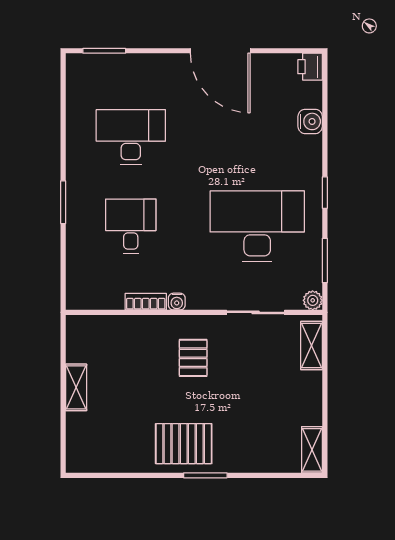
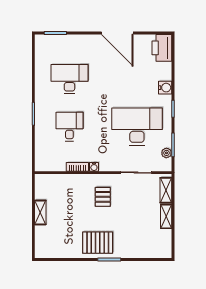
printer: (310, 67) -> (162, 48), width x1.87, depth x1.48
water cooler: (310, 121) -> (165, 88), moved
plant: (313, 300) -> (166, 153), moved
shelving: (312, 450) -> (166, 216), moved

